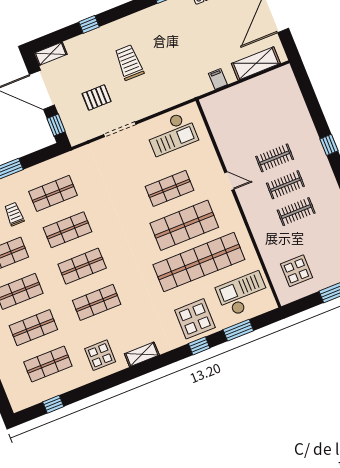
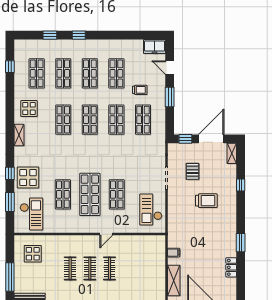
shop shelf: (199, 262) -> (63, 194), width x0.50, depth x0.74

